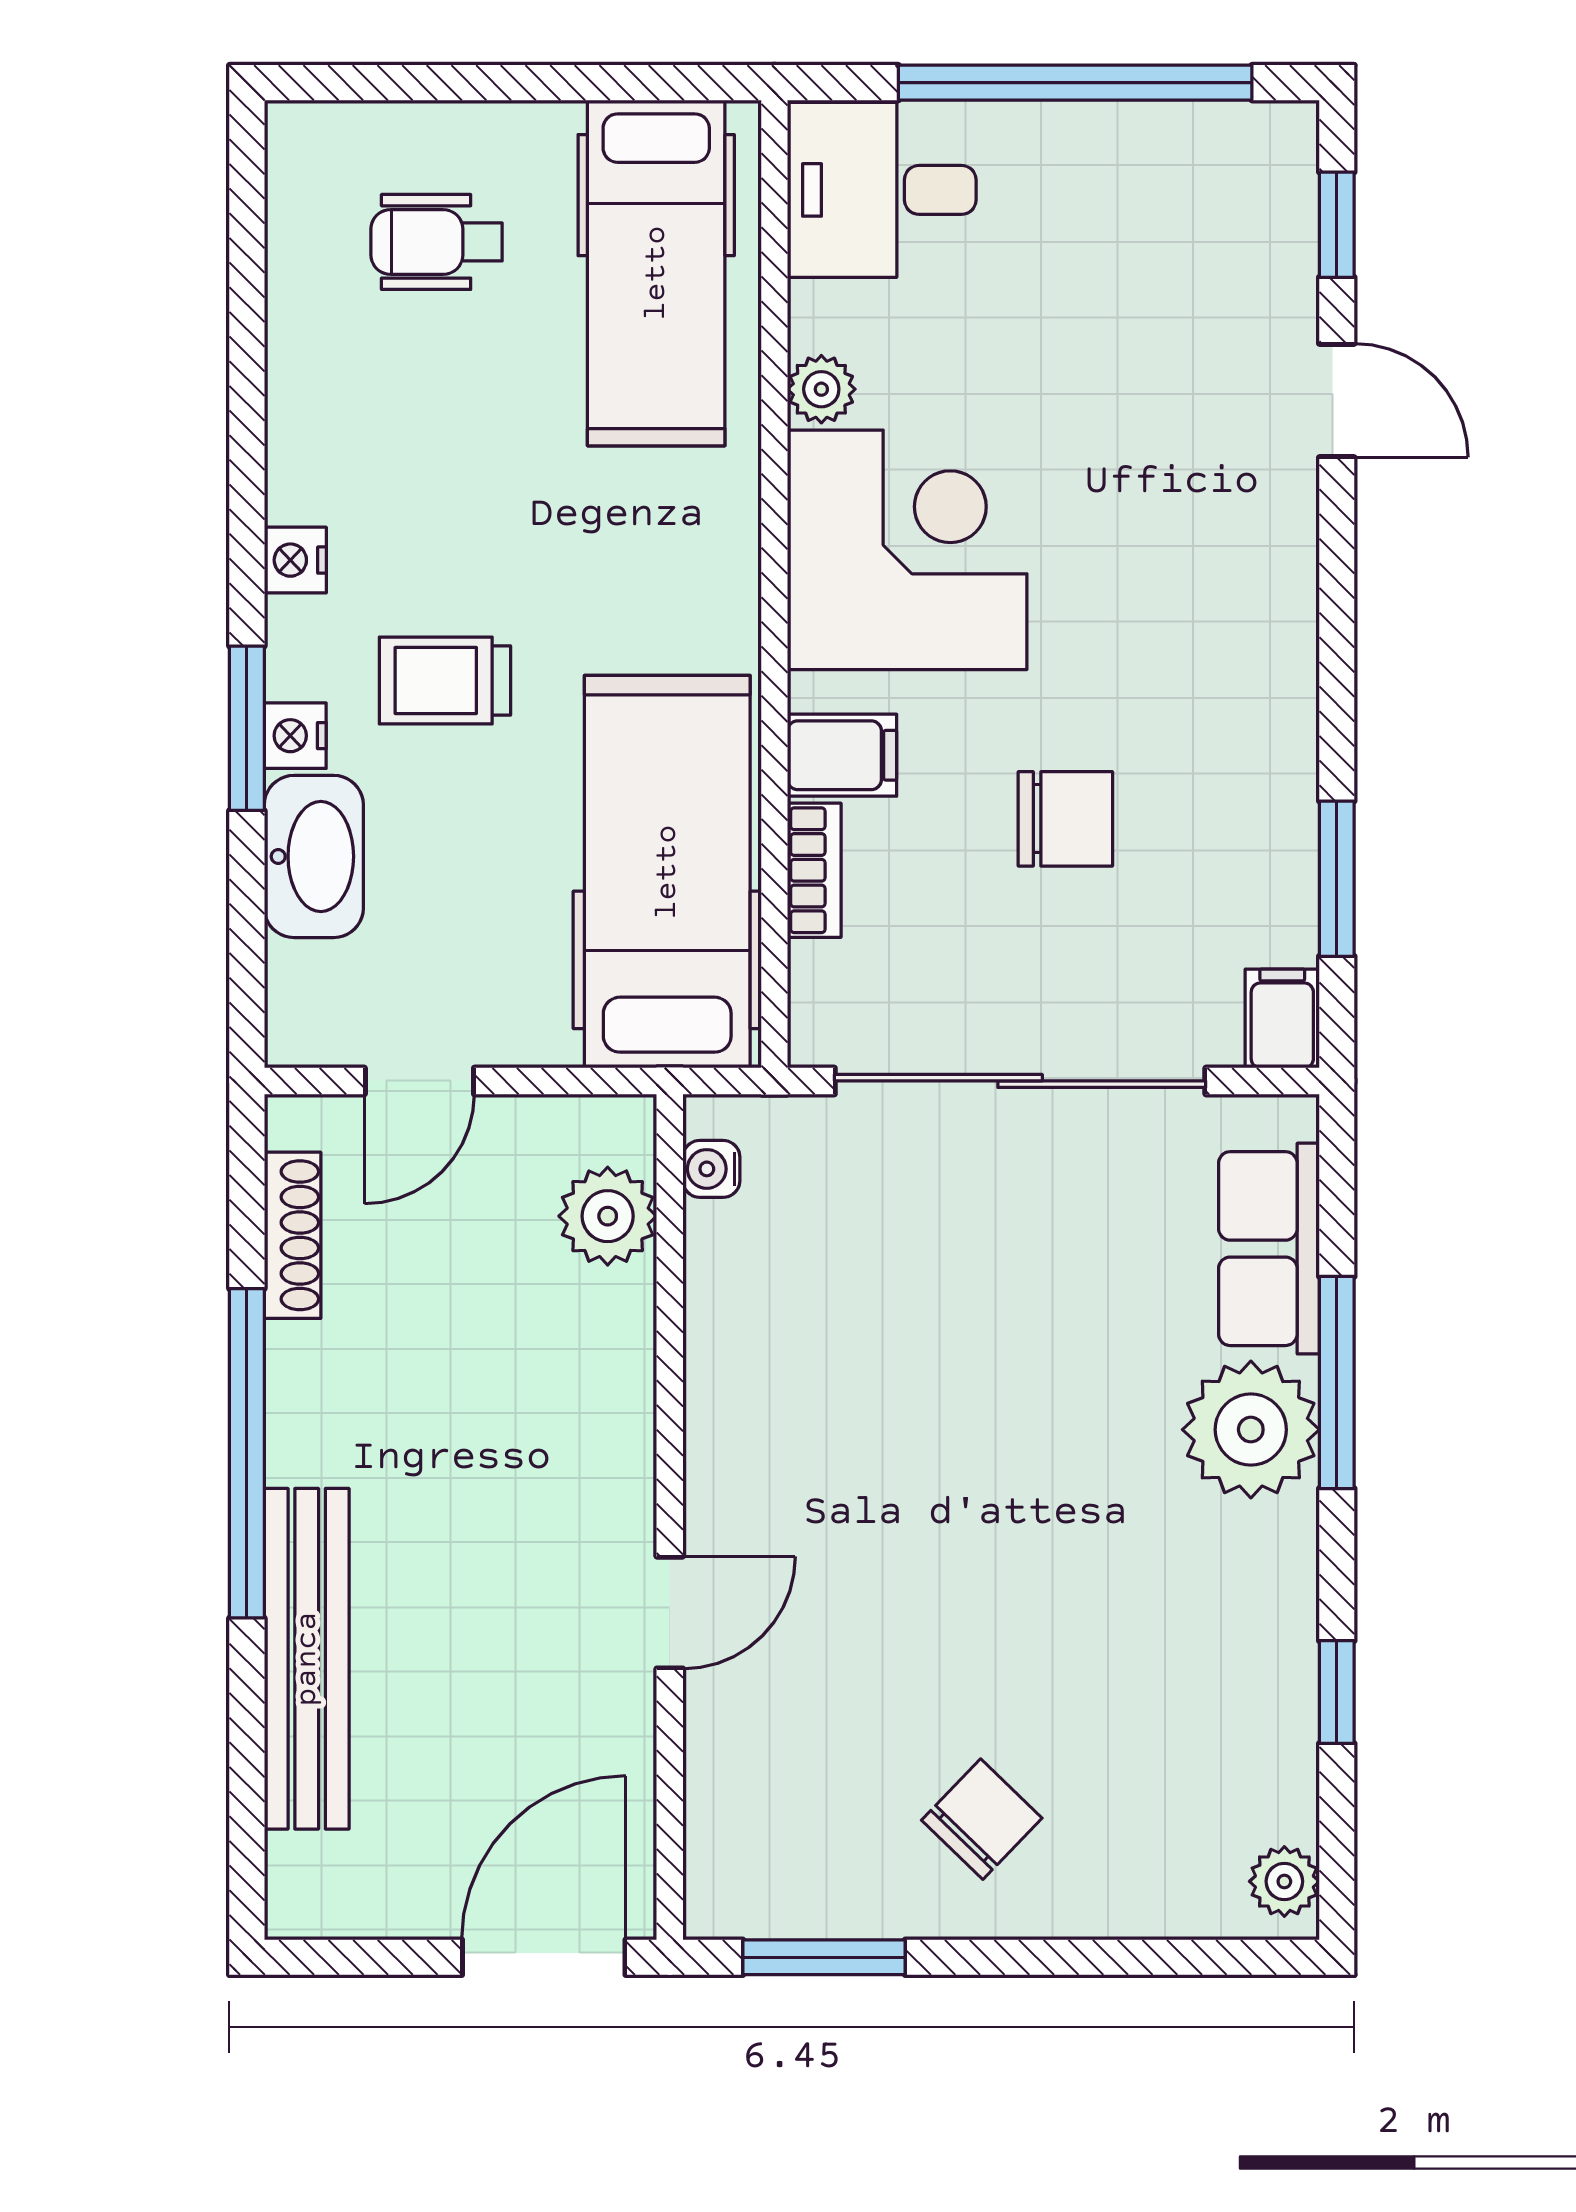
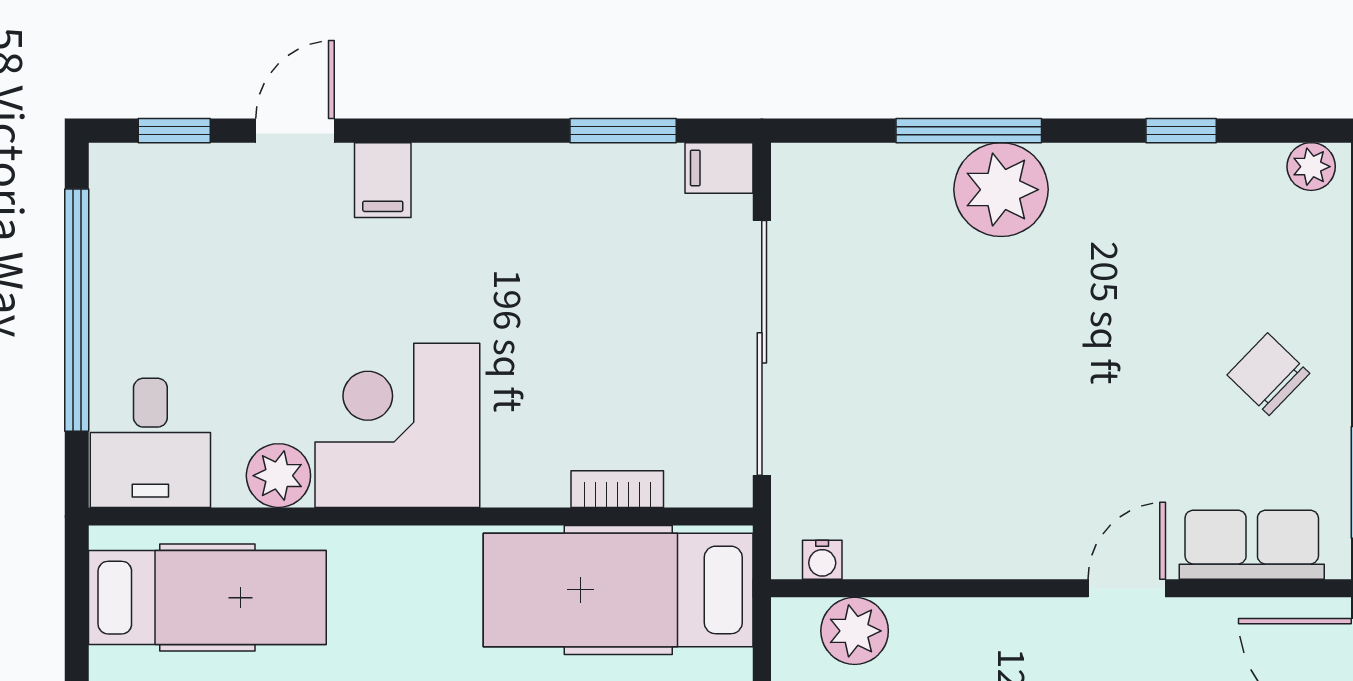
plant: (821, 389) -> (278, 476), width x1.38, depth x1.38
filing cabinet: (842, 755) -> (383, 180), moved, turned 180
chair: (1065, 819) -> (582, 317), removed
row of seats: (1269, 1249) -> (1252, 545), moved, turned 180
door: (670, 1613) -> (1127, 588), hinge flipped

